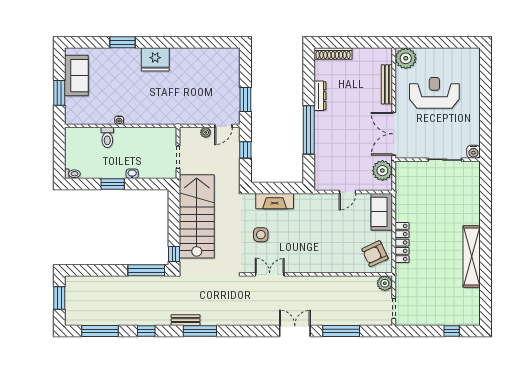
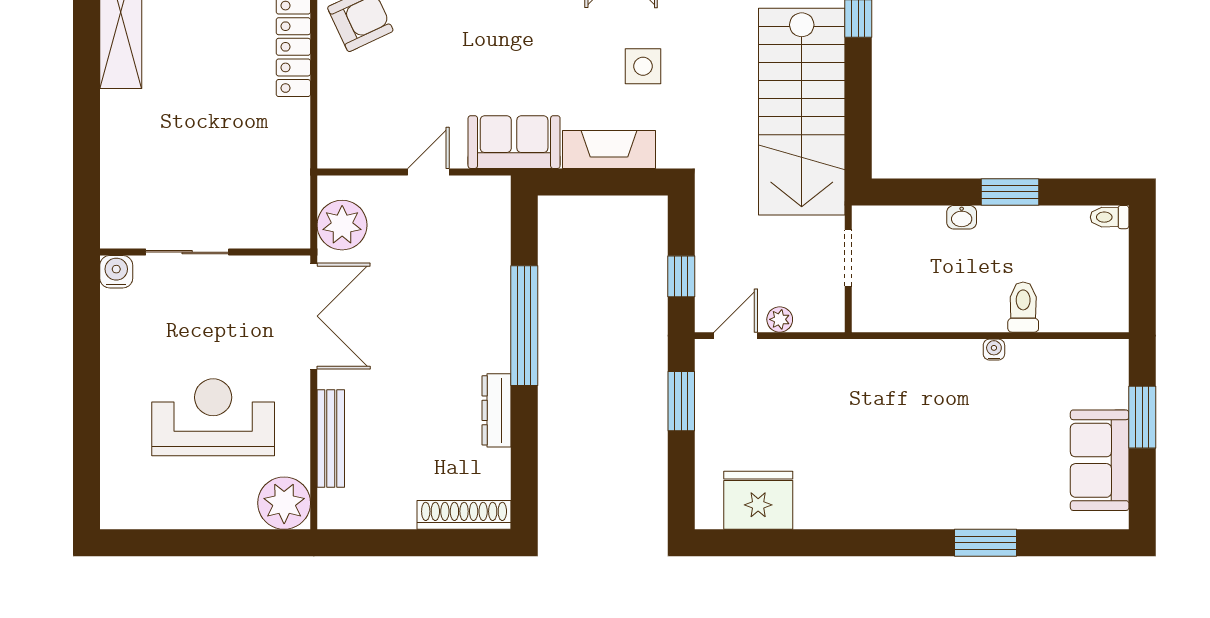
fridge: (155, 59) -> (758, 500), moved
reception desk: (434, 93) -> (213, 417), turned 180
sofa: (382, 212) -> (514, 142), moved, turned -90

